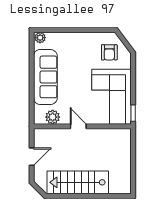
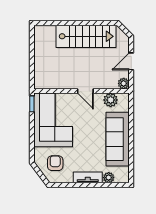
plant: (40, 38) -> (109, 178), moved
tv unit: (76, 38) -> (88, 177), added
plant: (39, 134) -> (124, 83), added

